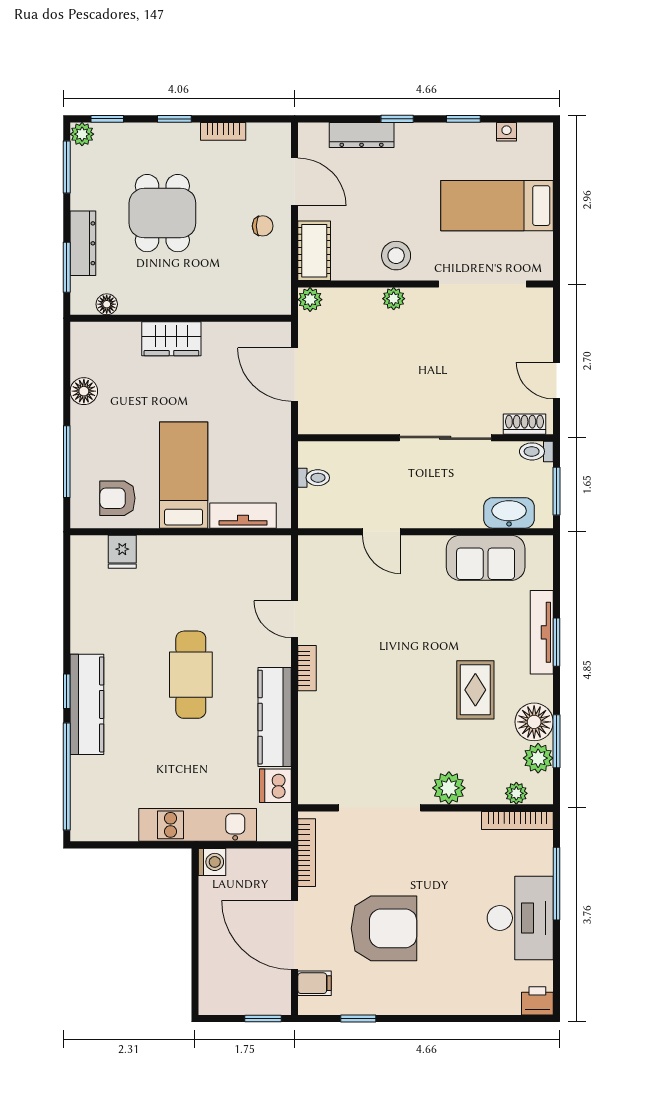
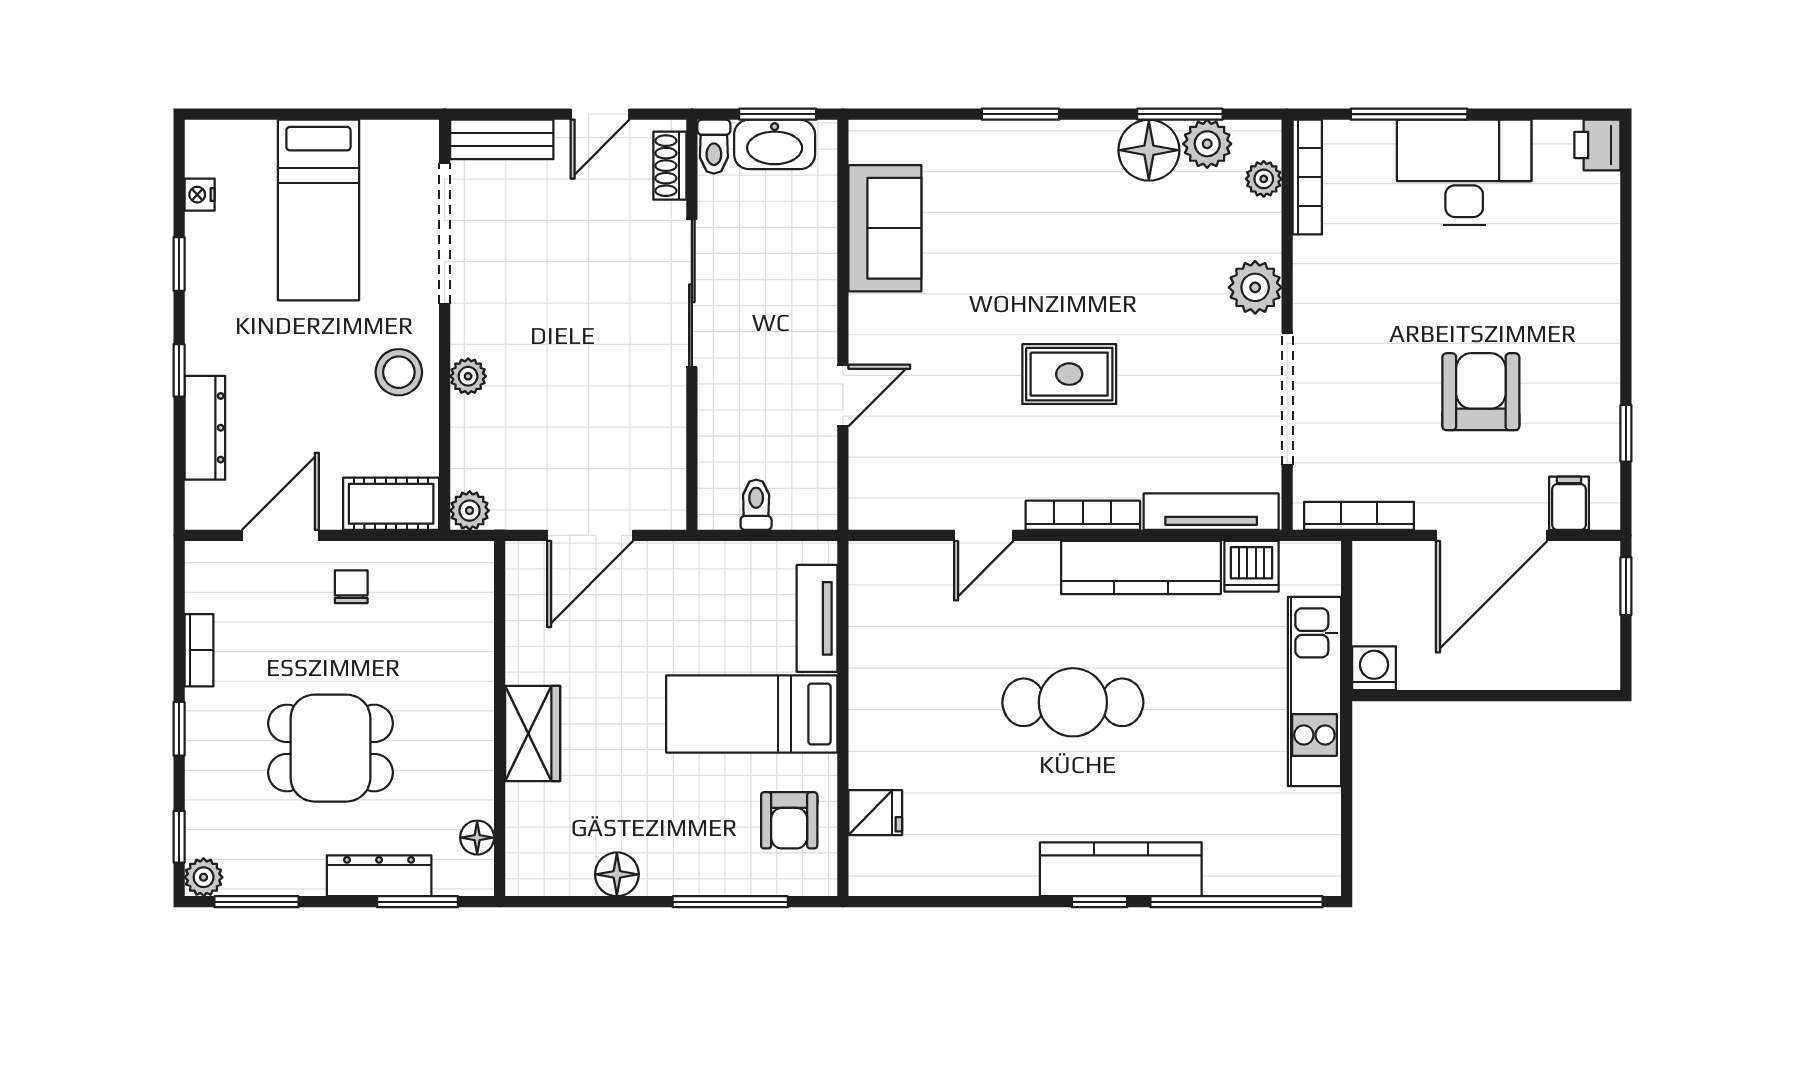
bench: (541, 320) -> (502, 139), added
washbasin: (509, 513) -> (775, 144), moved, turned -90
tv unit: (542, 632) -> (1211, 512), moved, turned 180
bookcase: (307, 668) -> (1083, 515), width x1.56
rug: (475, 690) -> (1069, 374), moved
armchair: (384, 928) -> (1481, 392), width x0.73, depth x0.73

